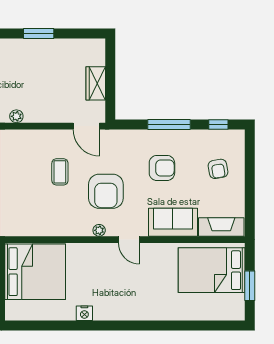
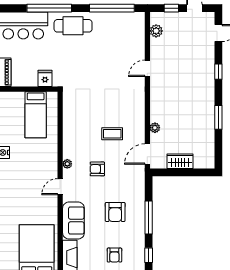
plant: (16, 116) -> (155, 128), moved
armchair: (218, 169) -> (114, 255), turned -80
armchair: (106, 191) -> (97, 169), width x0.53, depth x0.53
bed: (35, 272) -> (36, 115), width x0.49

